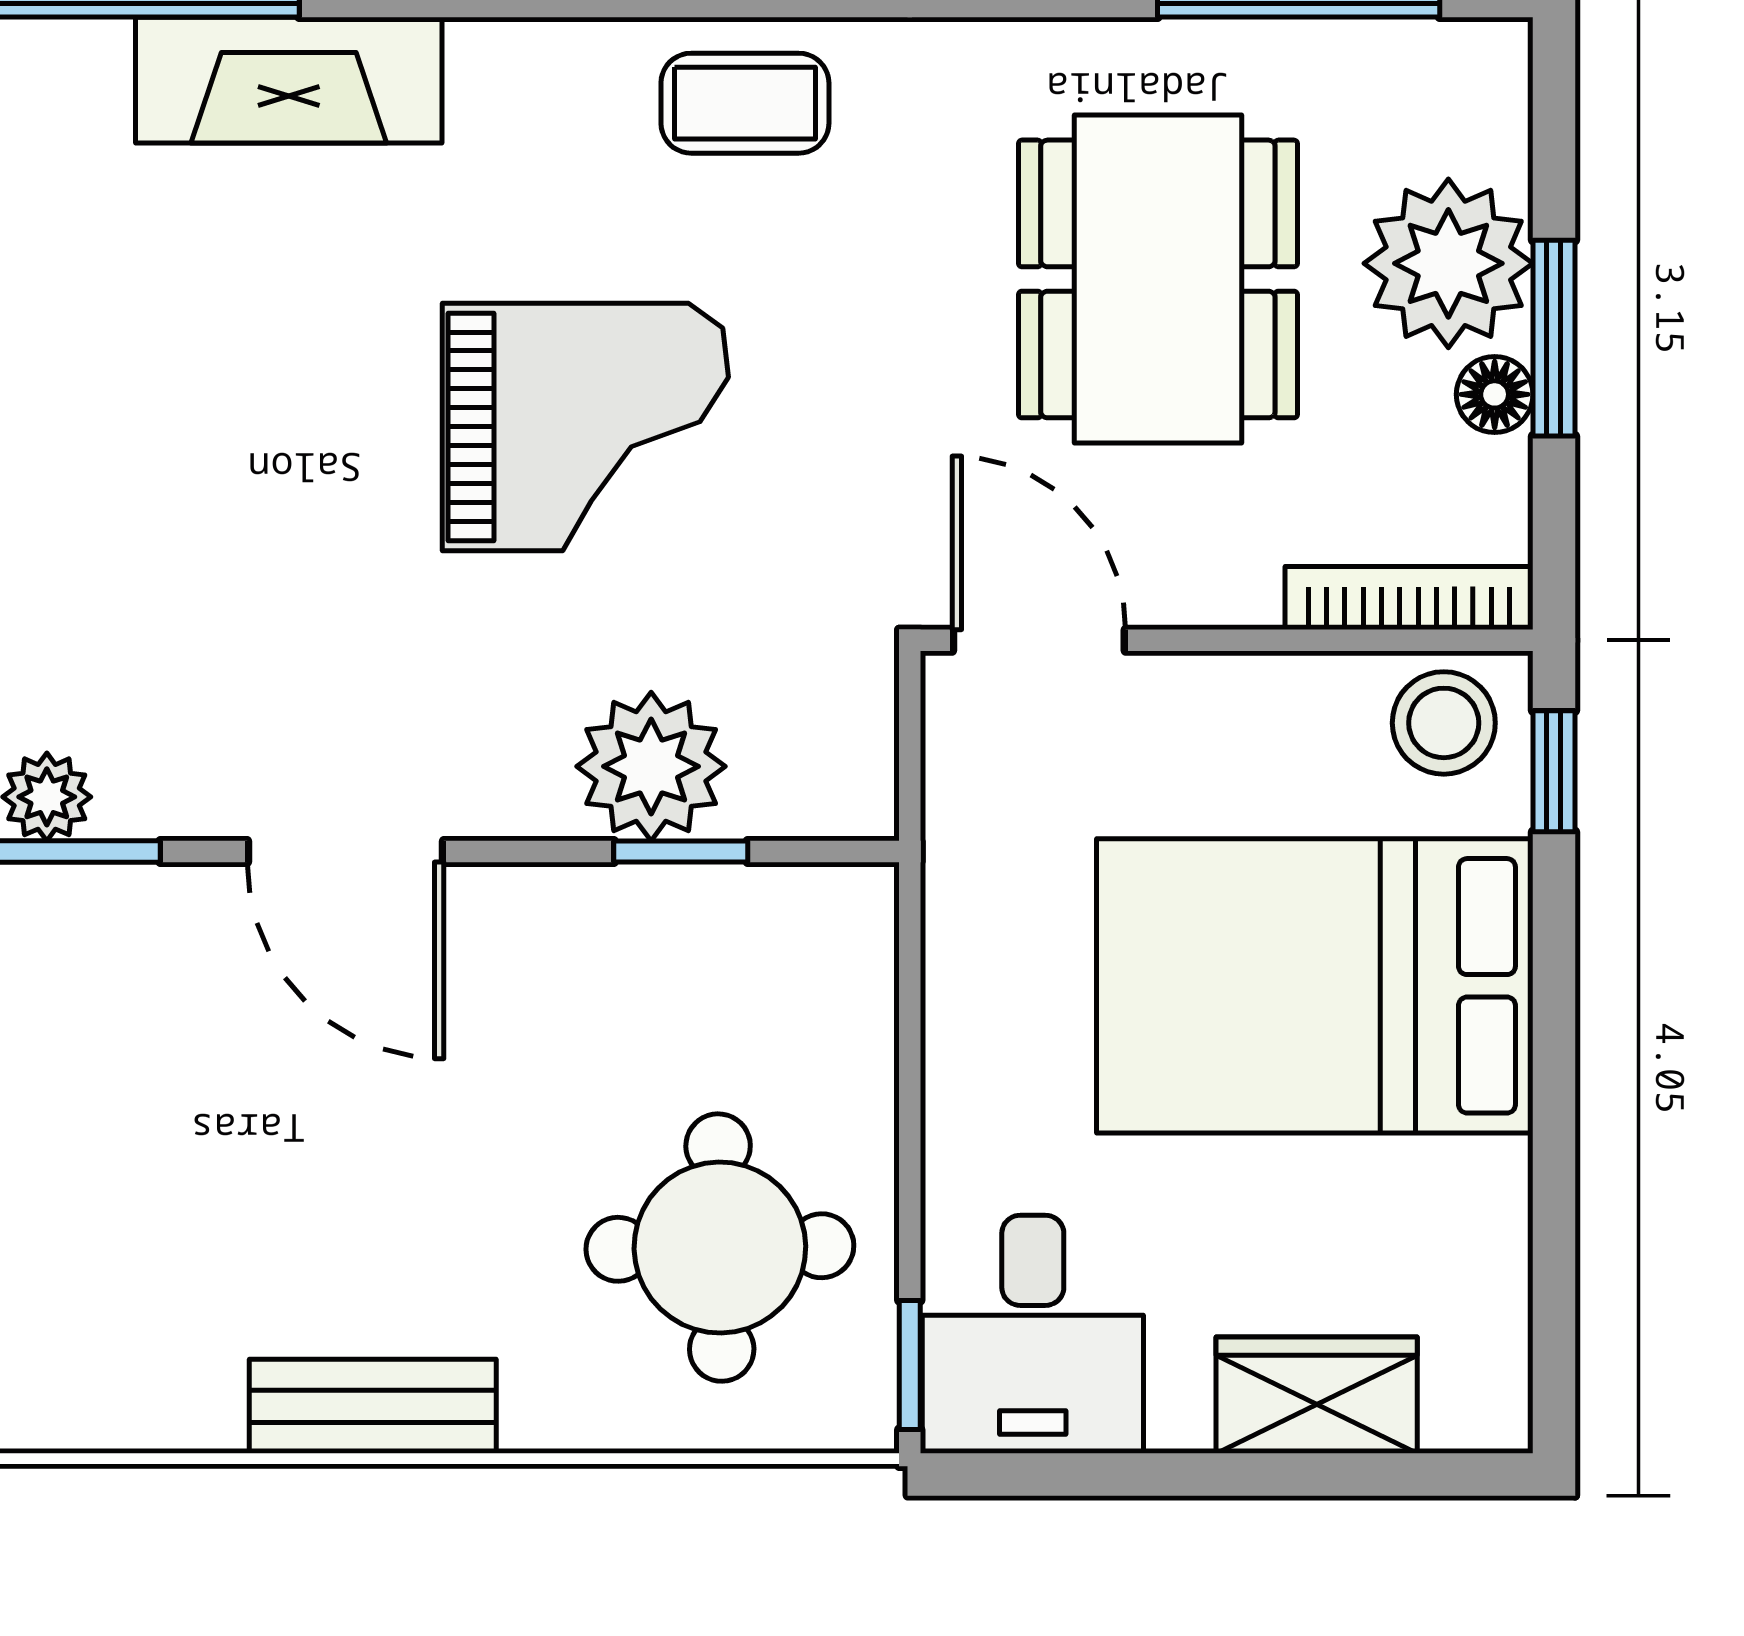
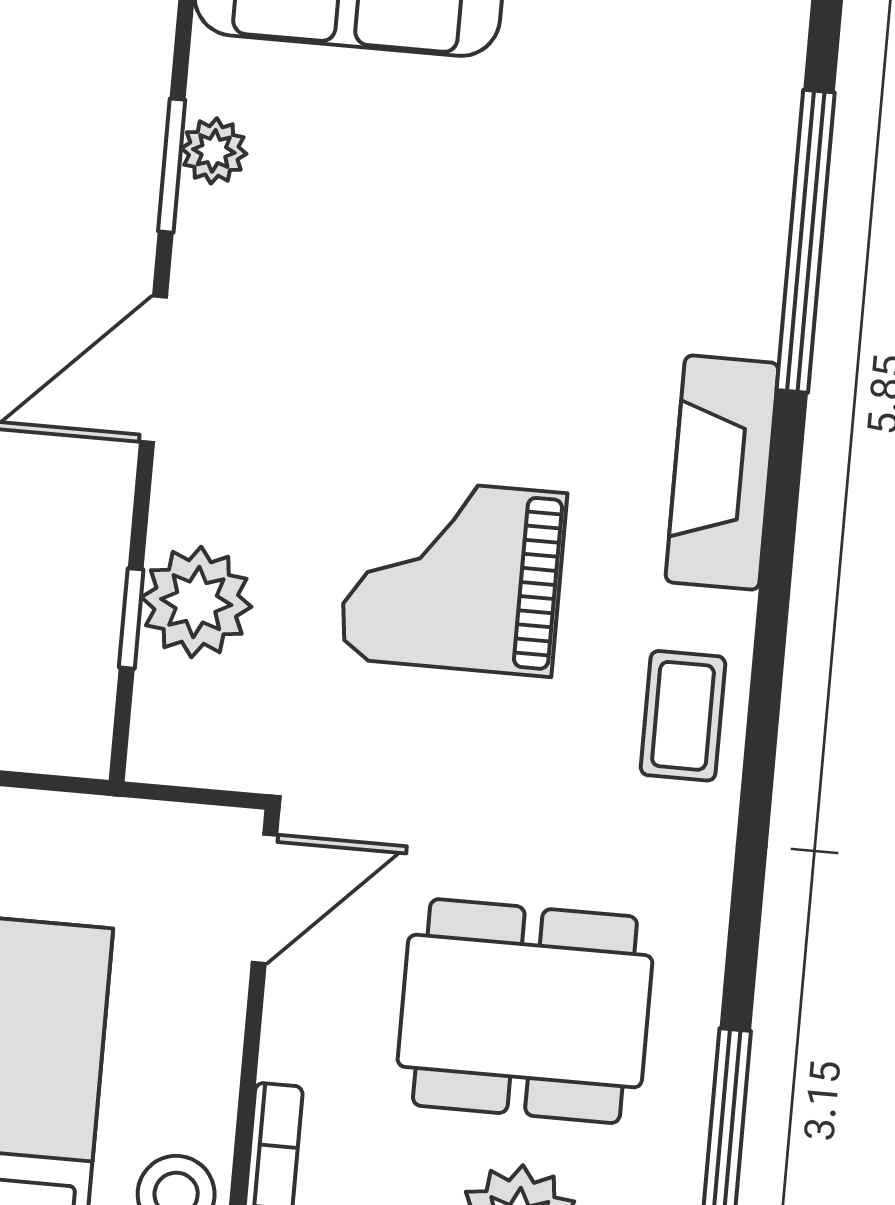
fireplace: (289, 80) -> (722, 473), moved
grand piano: (585, 427) -> (453, 576), turned 90

